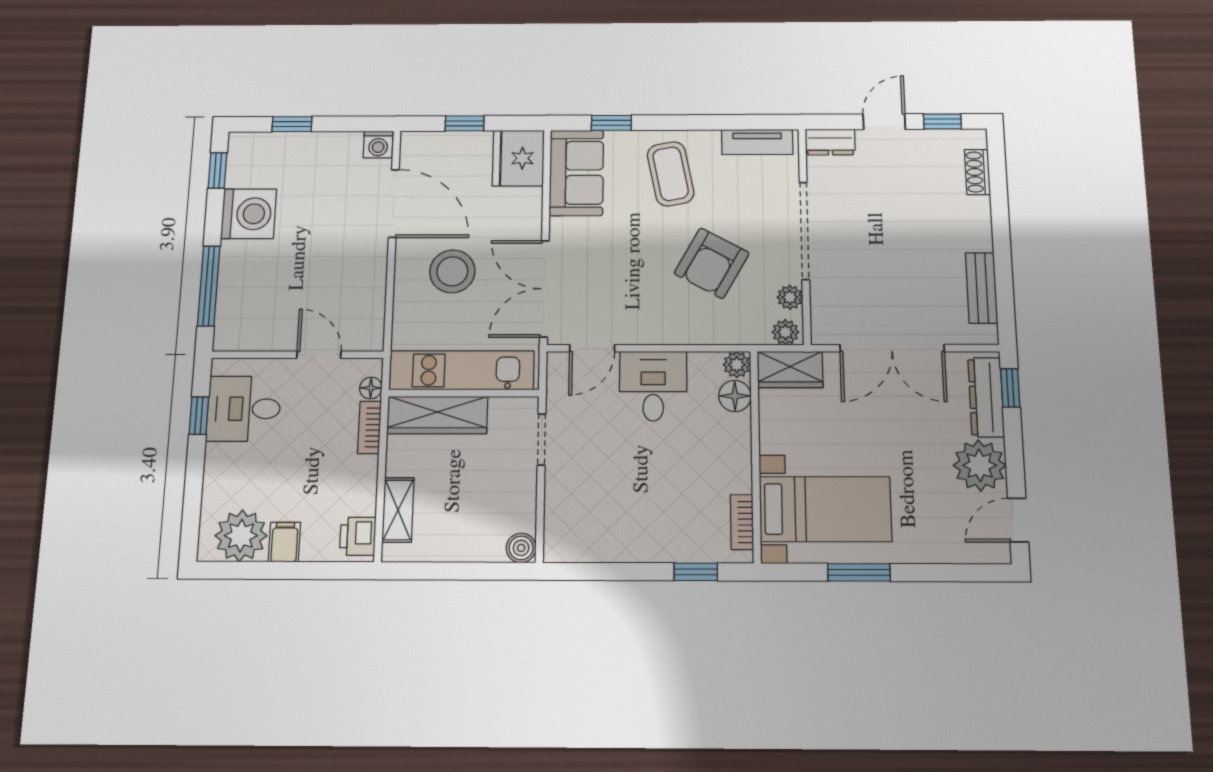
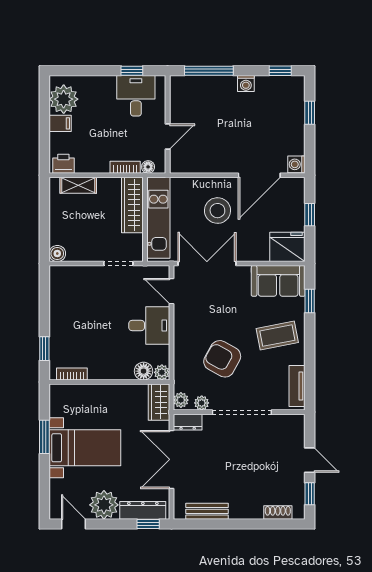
dresser: (830, 142) -> (188, 422), moved, turned -90
washing machine: (249, 214) -> (246, 84), width x0.53, depth x0.53
bed with nightstands: (825, 509) -> (85, 448), moved, turned -90

